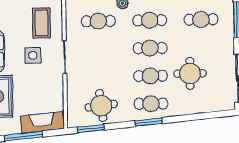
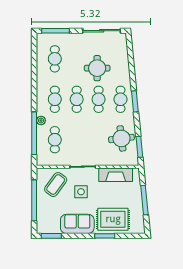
coffee table: (41, 23) -> (56, 185), turned -54
fireplace: (42, 122) -> (116, 175), moved, turned -85

